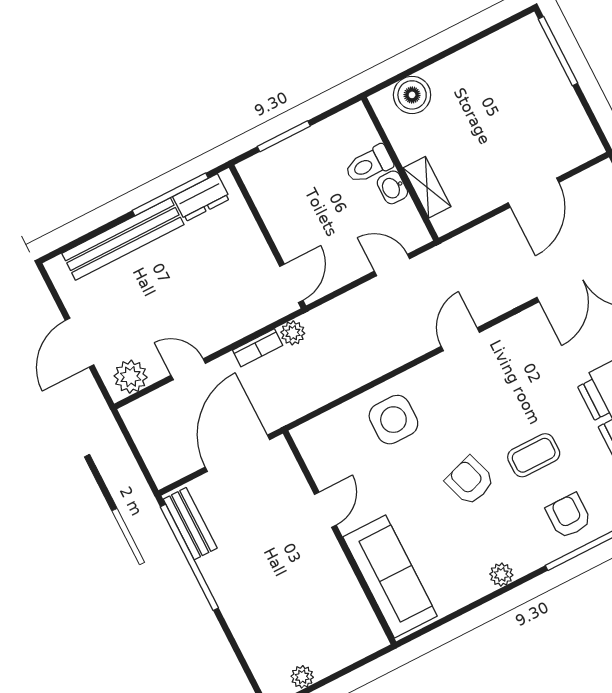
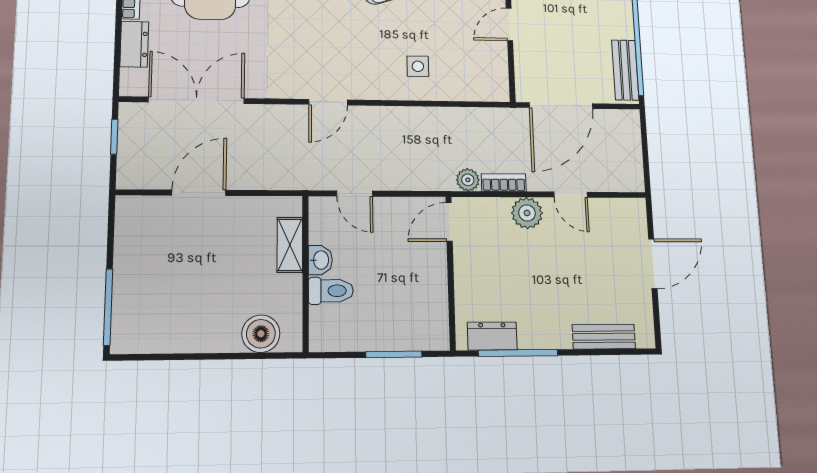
bench: (123, 239) -> (604, 337), width x0.54, depth x0.82
plant: (131, 377) -> (527, 213), moved
side table: (393, 420) -> (418, 66), width x0.54, depth x0.54

